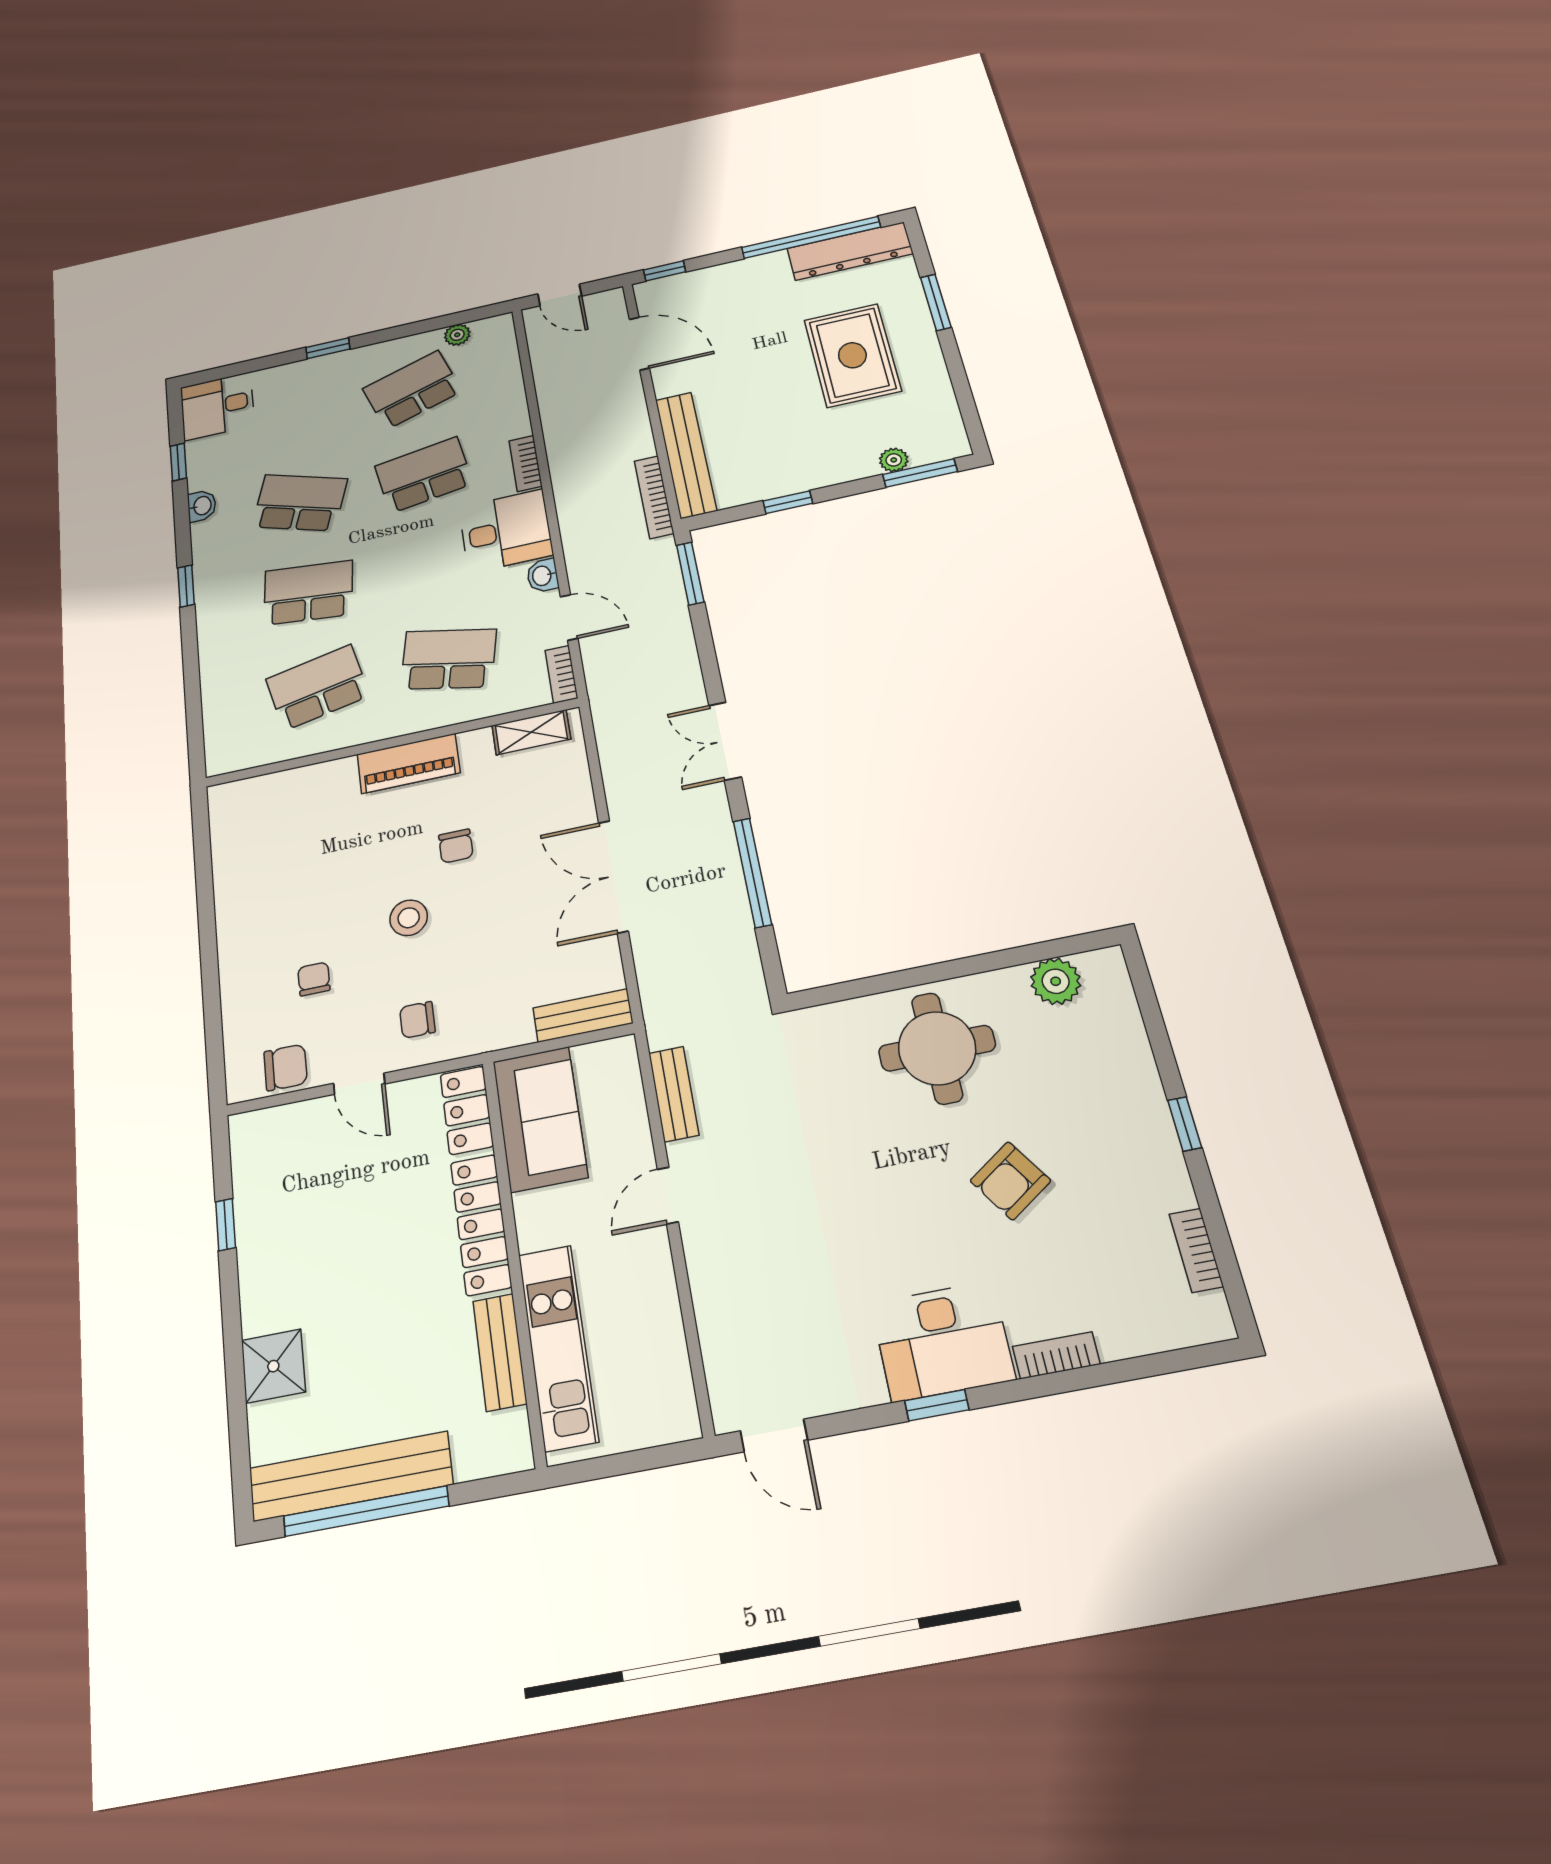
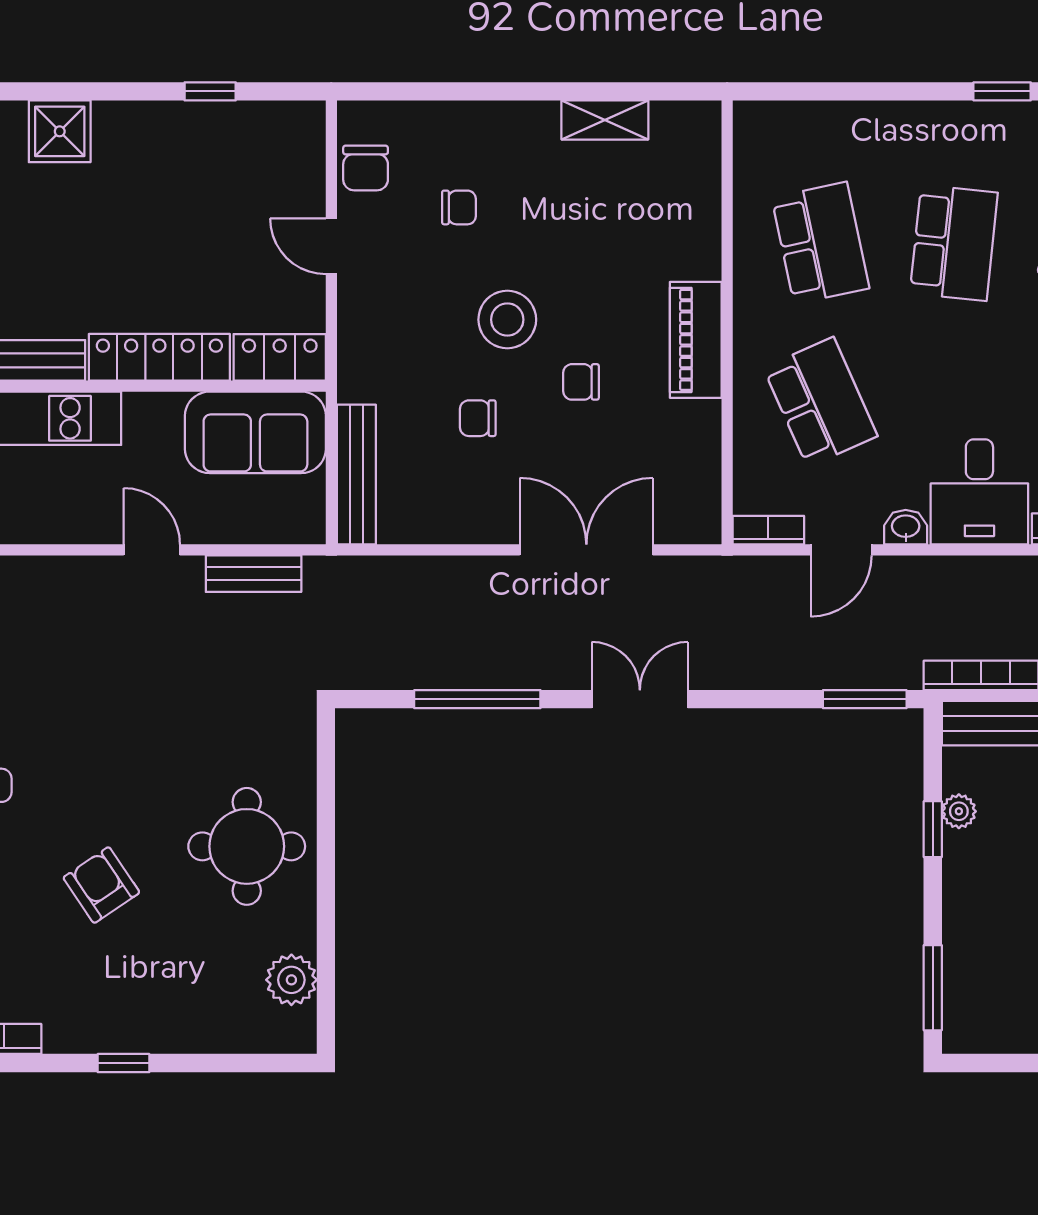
plant: (894, 460) -> (959, 811), moved
school desk: (449, 659) -> (820, 402), turned -36
shelving: (531, 732) -> (605, 120), moved, turned 90
double door: (613, 876) -> (586, 550), moved
stool: (409, 918) -> (507, 320), width x1.38, depth x1.38
bench: (583, 1016) -> (356, 475), width x1.36
chair: (417, 1020) -> (478, 418), moved, turned -90
door: (359, 1084) -> (331, 246), hinge flipped

